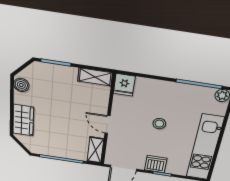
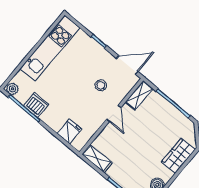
fridge: (124, 85) -> (69, 131), moved
stool: (159, 124) -> (101, 85), moved
dishwasher: (156, 164) -> (36, 105), moved, turned 180

